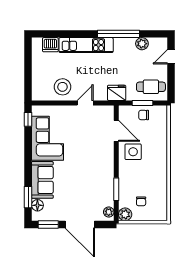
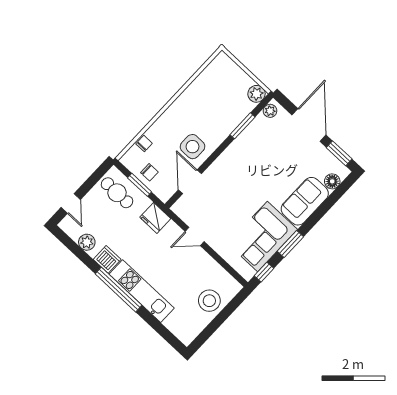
window: (119, 34) -> (118, 290), moved
dishwasher: (50, 45) -> (107, 259), moved
door: (171, 57) -> (71, 204), hinge flipped
stool: (62, 87) -> (209, 301), moved
window: (28, 197) -> (290, 244), moved
chair: (141, 201) -> (144, 144), moved

